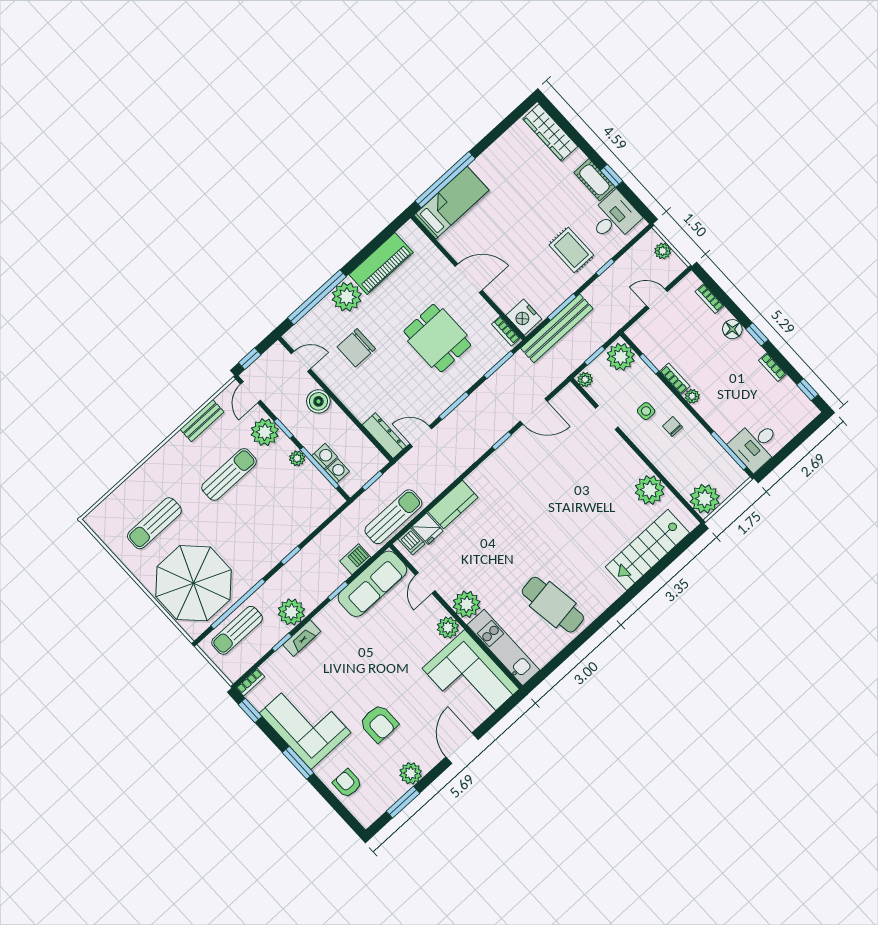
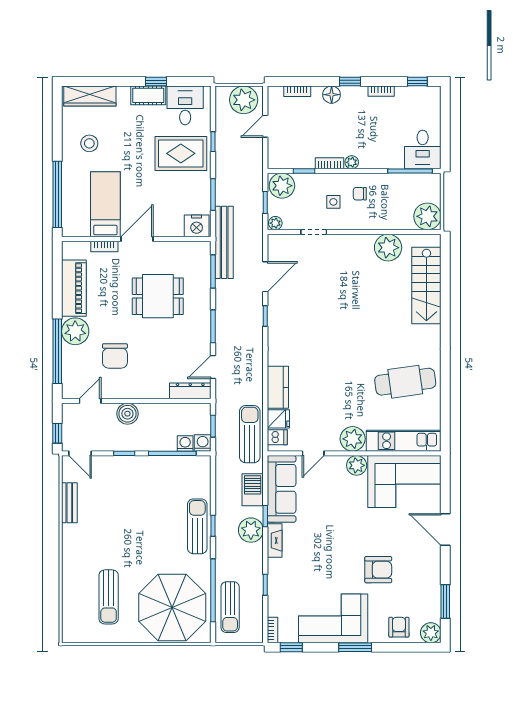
stool: (511, 168) -> (89, 143), added
bed: (452, 203) -> (105, 204), moved
rug: (571, 250) -> (181, 153), width x1.36, depth x1.43
plant: (663, 251) -> (244, 100), width x1.87, depth x1.87
bench: (557, 328) -> (224, 242), moved
bookcase: (506, 331) -> (104, 246), moved
plant: (265, 432) -> (115, 468), removed
washing machine: (325, 456) -> (203, 443), moved
plant: (297, 458) -> (152, 463), removed
sun lounger: (229, 474) -> (197, 526), moved
barbecue: (355, 559) -> (253, 490), width x1.38, depth x1.27
door: (425, 583) -> (313, 453), hinge flipped
plant: (291, 612) -> (251, 530), moved
fireplace: (302, 638) -> (275, 541), moved
plant: (411, 773) -> (431, 633), moved
armchair: (347, 783) -> (399, 627), turned 90

